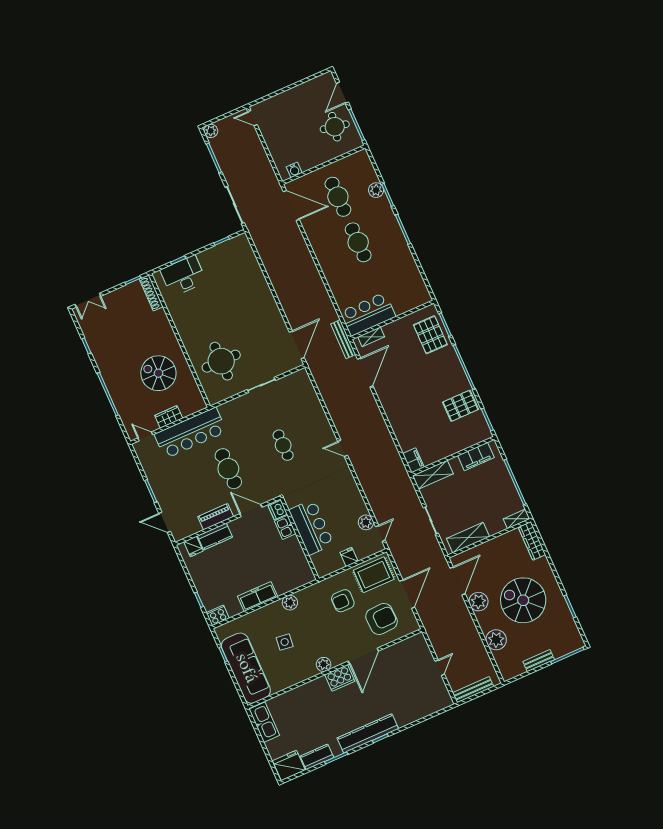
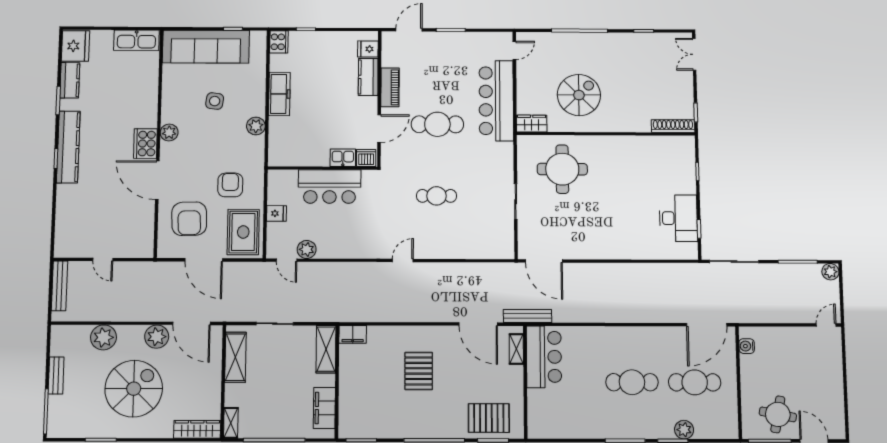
desk: (183, 276) -> (678, 218), moved
pallet: (461, 406) -> (419, 371), moved
wardrobe: (169, 417) -> (532, 123), moved, turned -90

